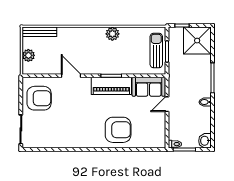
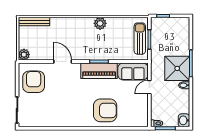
shower: (197, 41) -> (177, 68), moved
plant: (28, 55) -> (24, 55), moved
armchair: (39, 98) -> (34, 82), turned -90

